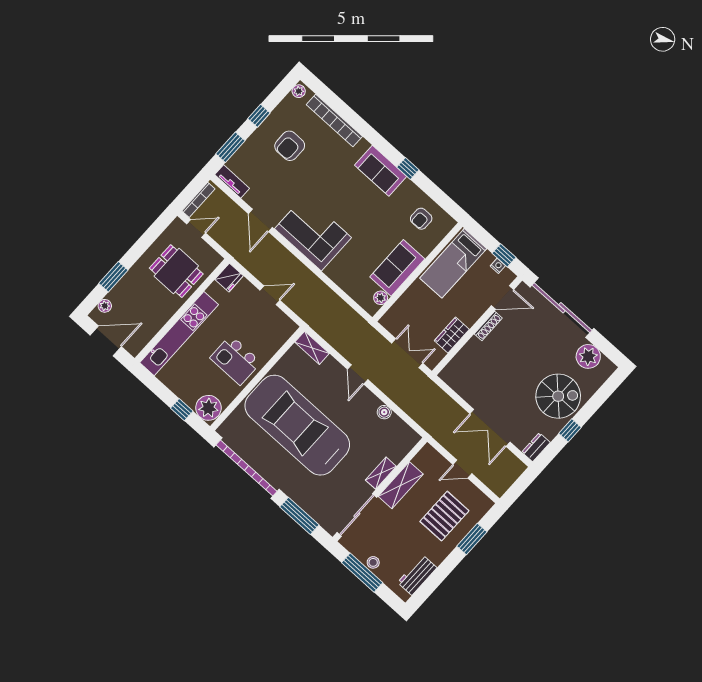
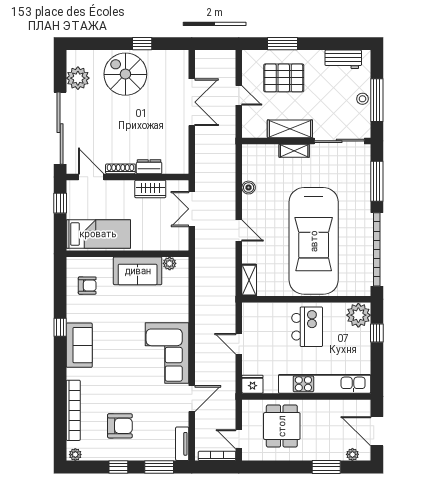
nightstand: (498, 266) -> (71, 201), removed
door: (358, 374) -> (239, 231), hinge flipped
dresser: (536, 447) -> (149, 167), moved, turned 180

